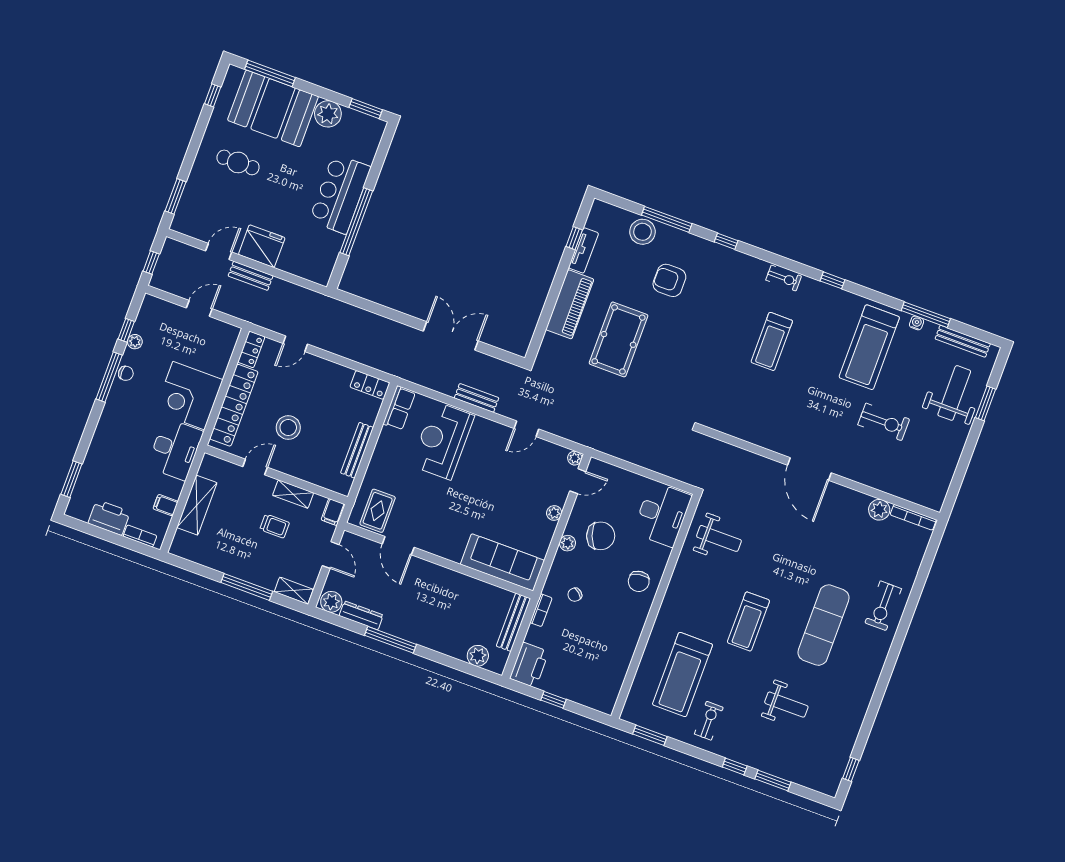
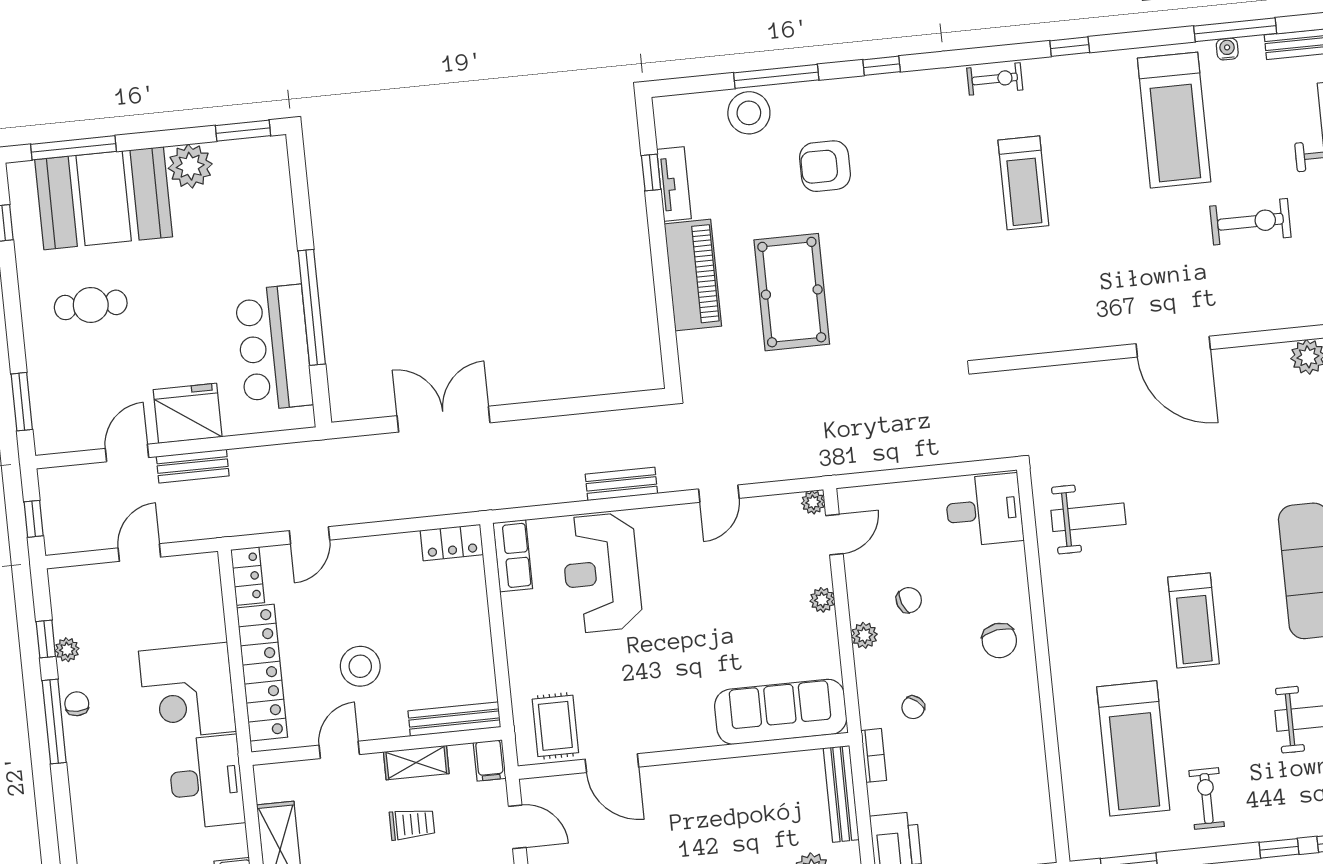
bar counter: (340, 194) -> (274, 348), moved
double door: (451, 336) -> (444, 419), moved
chair: (126, 373) -> (77, 704), turned -90
bench: (357, 450) -> (454, 719), moved, turned 90
desk: (662, 514) -> (984, 510), width x0.73
chair: (601, 536) -> (909, 600), width x0.54, depth x0.54

